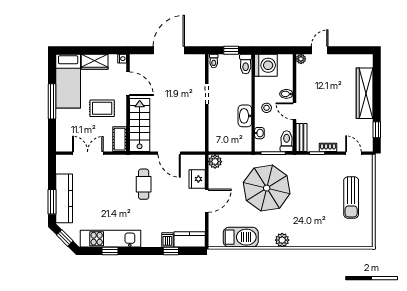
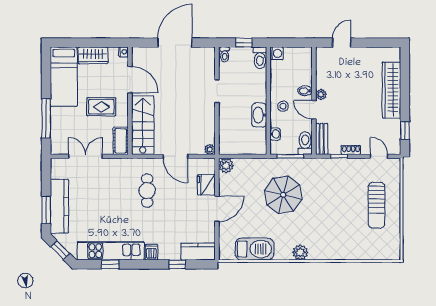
plant: (301, 59) -> (321, 94), moved
washing machine: (266, 65) -> (276, 53), width x0.53, depth x0.53
window: (52, 101) -> (46, 118), moved
plant: (200, 147) -> (210, 149), added
parasol: (267, 188) -> (283, 195), width x0.73, depth x0.73
dishwasher: (167, 240) -> (151, 252), moved

